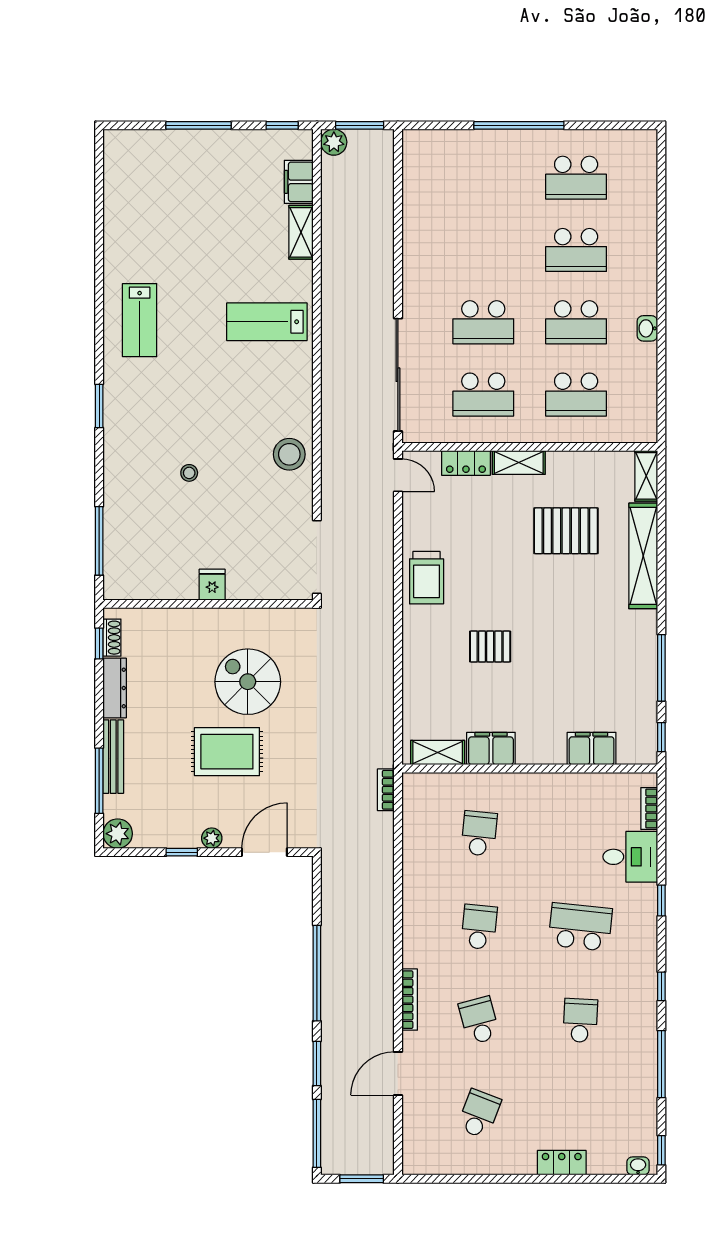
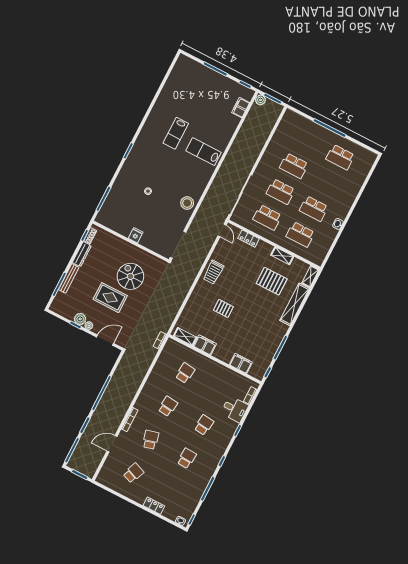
shelving: (301, 232) -> (232, 126), removed
school desk: (576, 250) -> (294, 166), moved
lab bench: (140, 320) -> (176, 133), moved
shelving: (519, 463) -> (282, 256), moved
plant: (118, 834) -> (80, 319), moved
school desk: (580, 927) -> (204, 425), width x0.54

